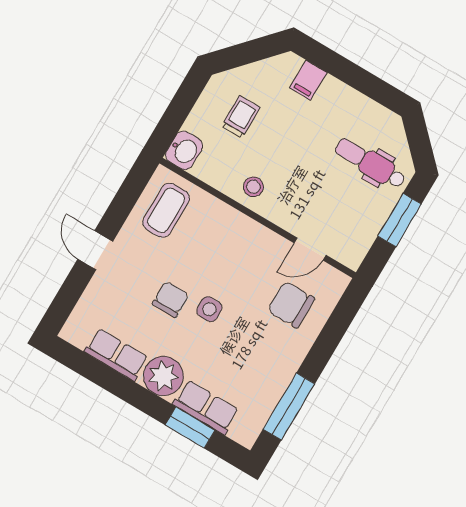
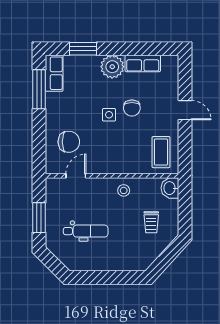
filing cabinet: (308, 80) -> (128, 261), removed
dental chair: (370, 163) -> (86, 231), moved
row of seats: (206, 407) -> (54, 73), moved, turned -90

